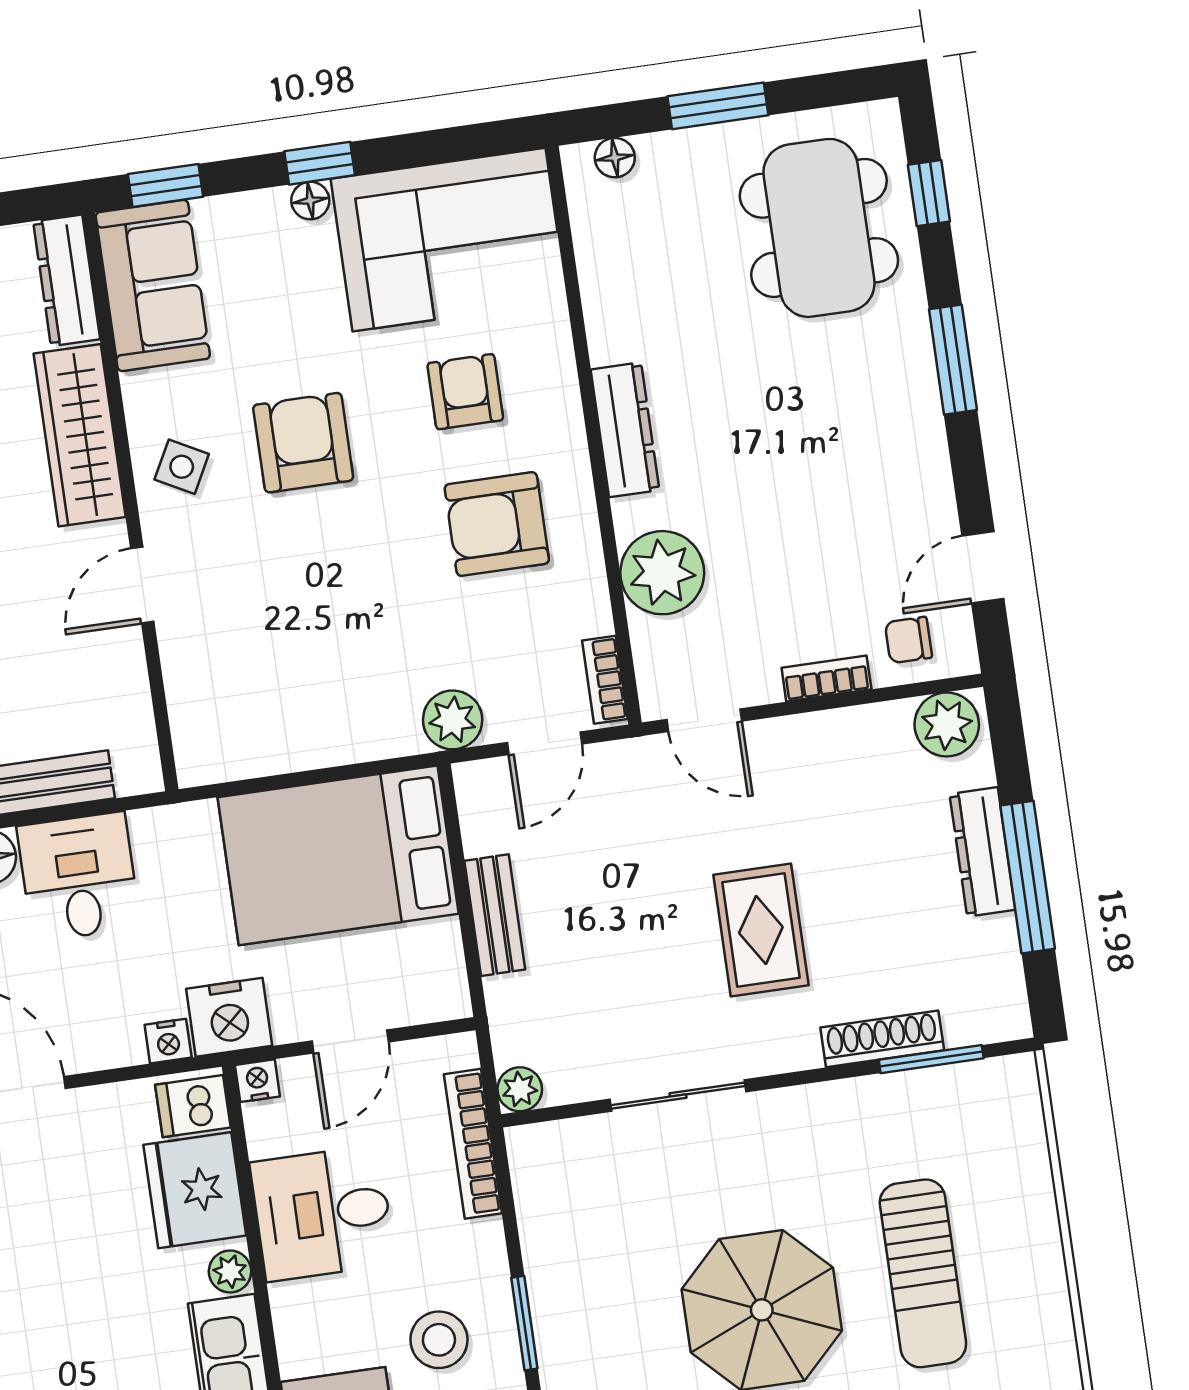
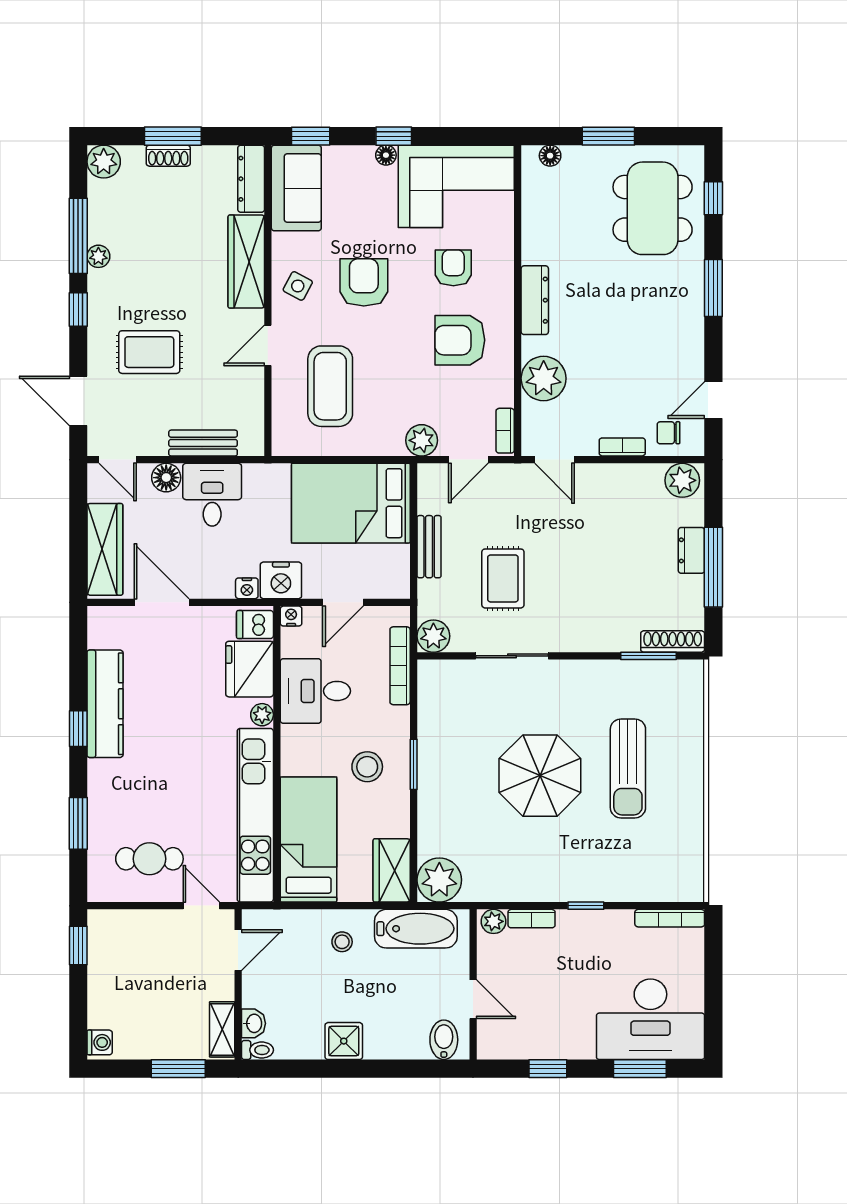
coffee table: (269, 644) -> (330, 386), added
dresser: (982, 852) -> (691, 550), width x0.70
rug: (761, 930) -> (503, 578), moved
shoe rack: (882, 1039) -> (673, 642), moved
plant: (520, 1089) -> (433, 636), width x1.38, depth x1.38

